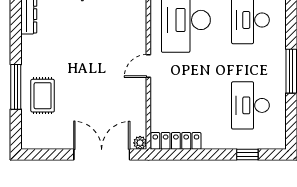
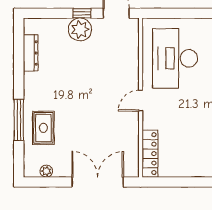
locker: (176, 141) -> (150, 154), moved, turned 90
plant: (140, 143) -> (46, 171), moved

